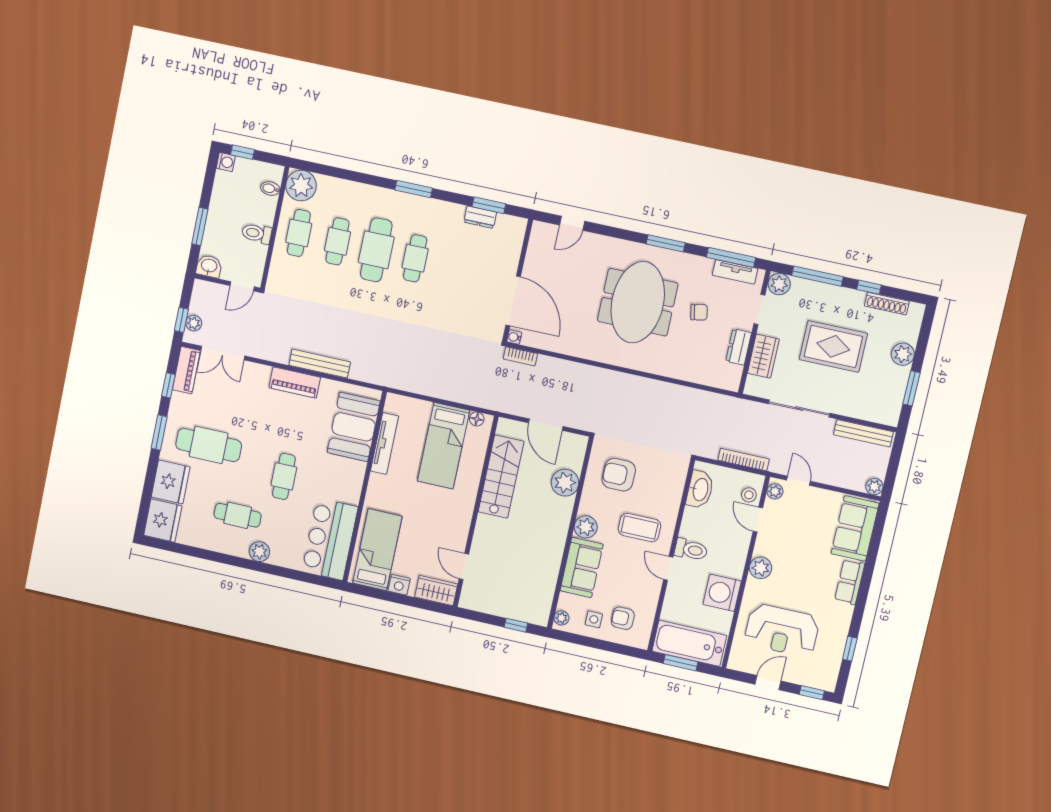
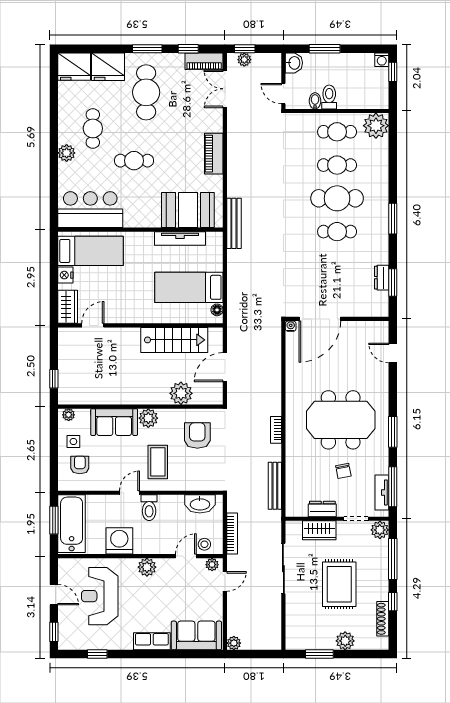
bidet: (270, 189) -> (315, 101), moved
bookcase: (520, 356) -> (276, 430), moved
bench: (320, 364) -> (234, 223), moved
bench: (863, 433) -> (275, 486), moved

